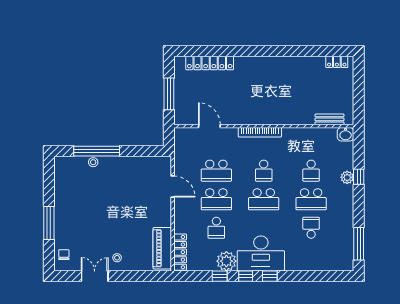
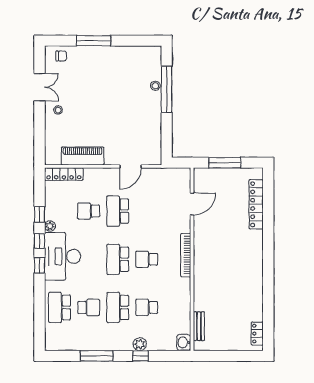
school desk: (216, 171) -> (60, 307), moved
window: (359, 244) -> (97, 356), moved
piano: (162, 248) -> (83, 156), moved
plant: (226, 261) -> (50, 226), width x0.53, depth x0.53

